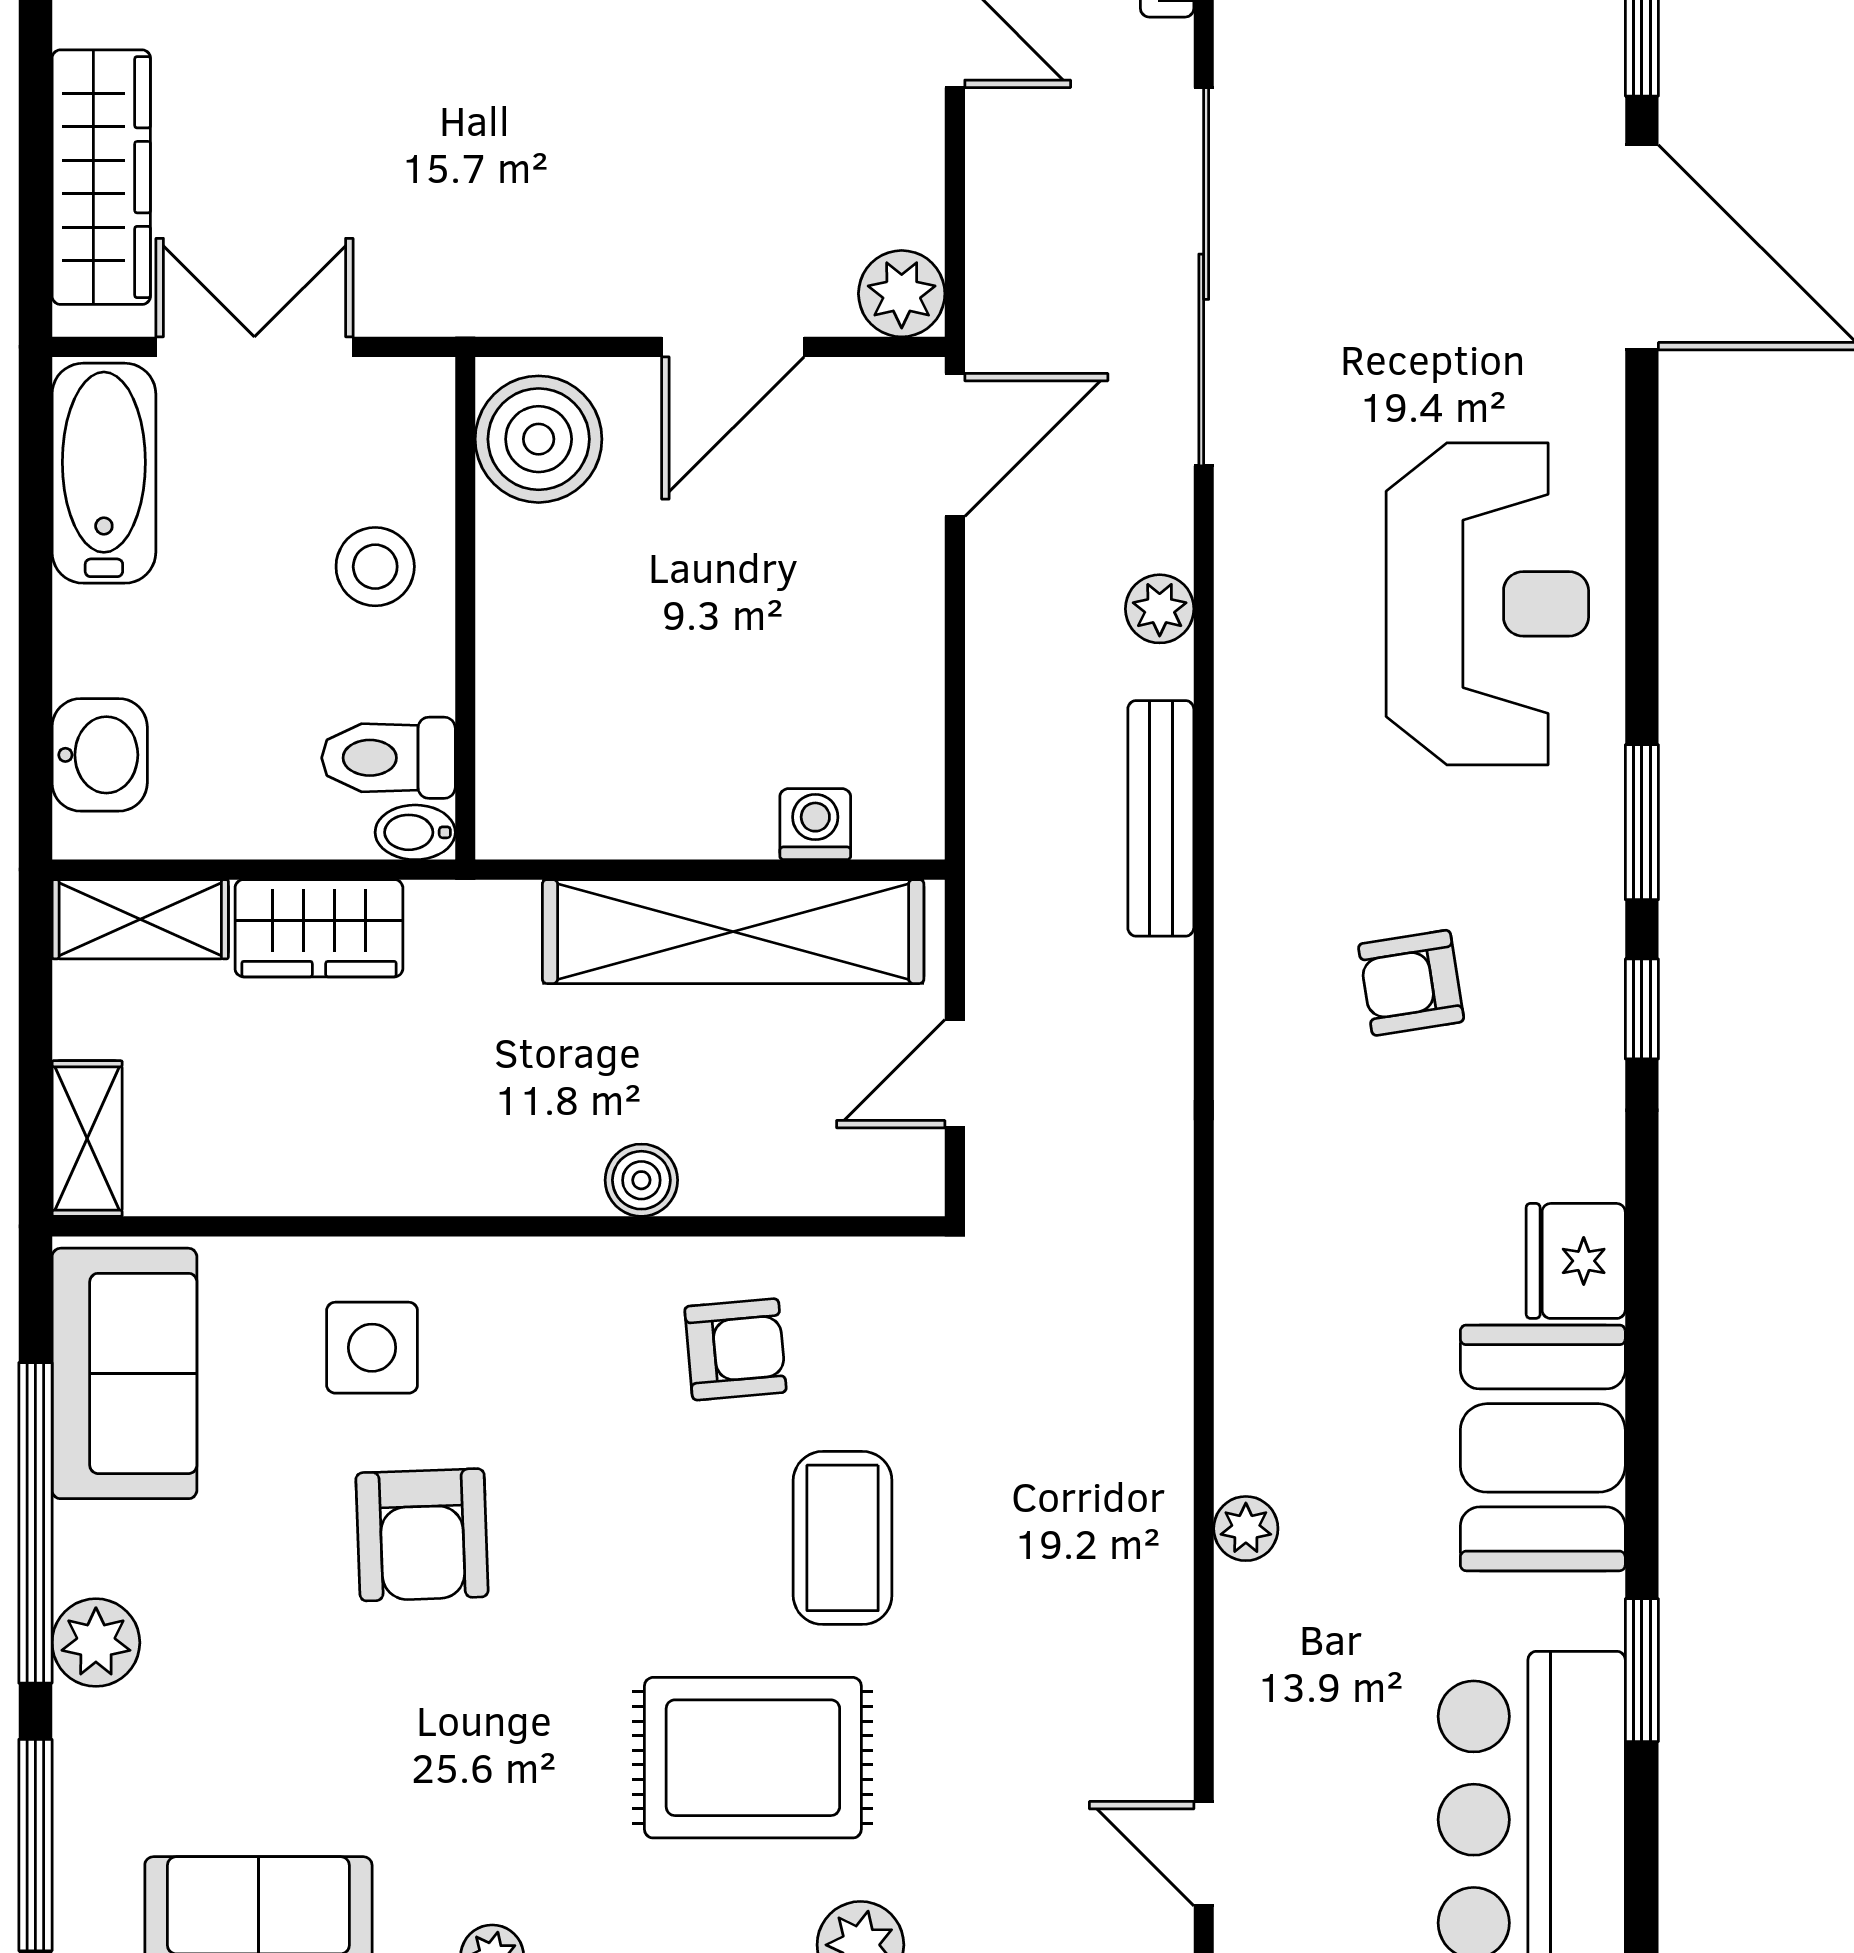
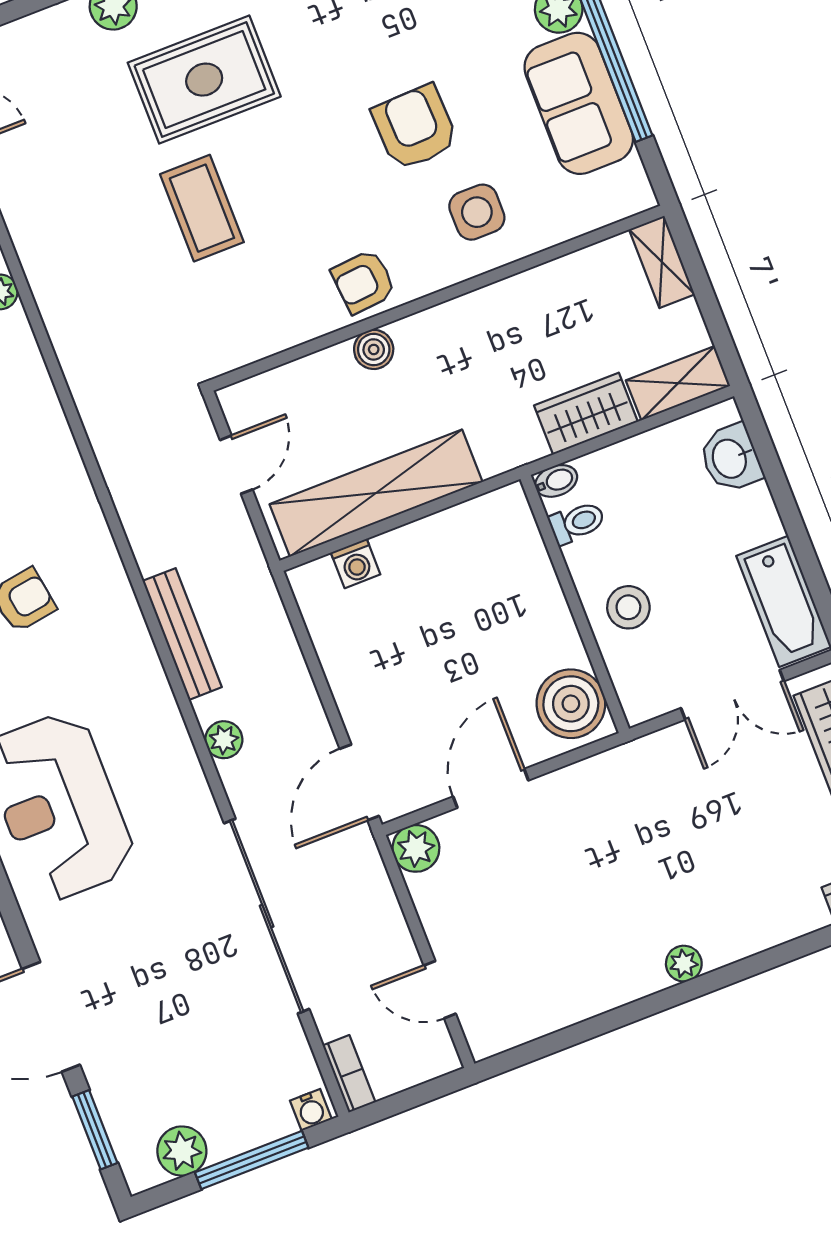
toilet: (388, 758) -> (577, 523), width x0.73, depth x0.72
armchair: (735, 1349) -> (364, 282), moved
sofa: (124, 1373) -> (579, 103), moved

